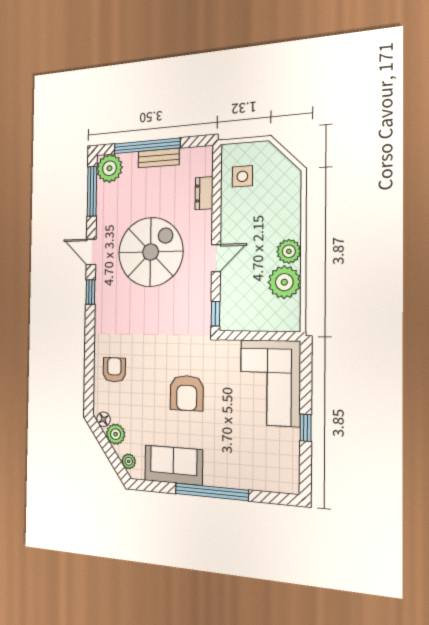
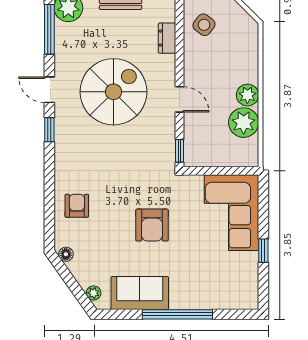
side table: (242, 176) -> (204, 25), turned 37
door: (216, 258) -> (179, 99), hinge flipped
plant: (116, 434) -> (79, 268), removed

